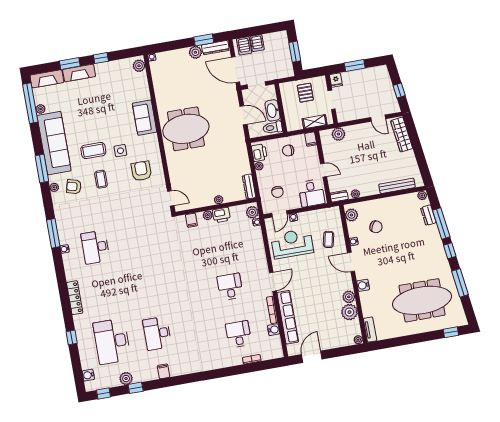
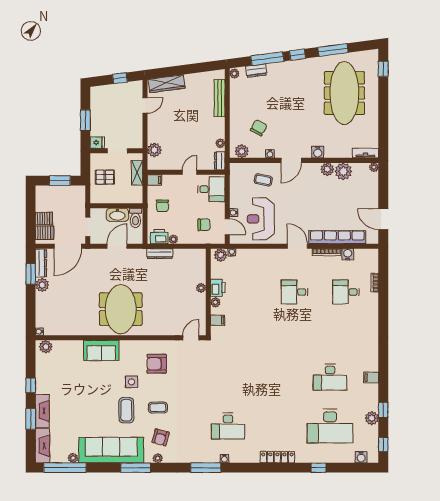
dresser: (249, 186) -> (160, 254), moved

